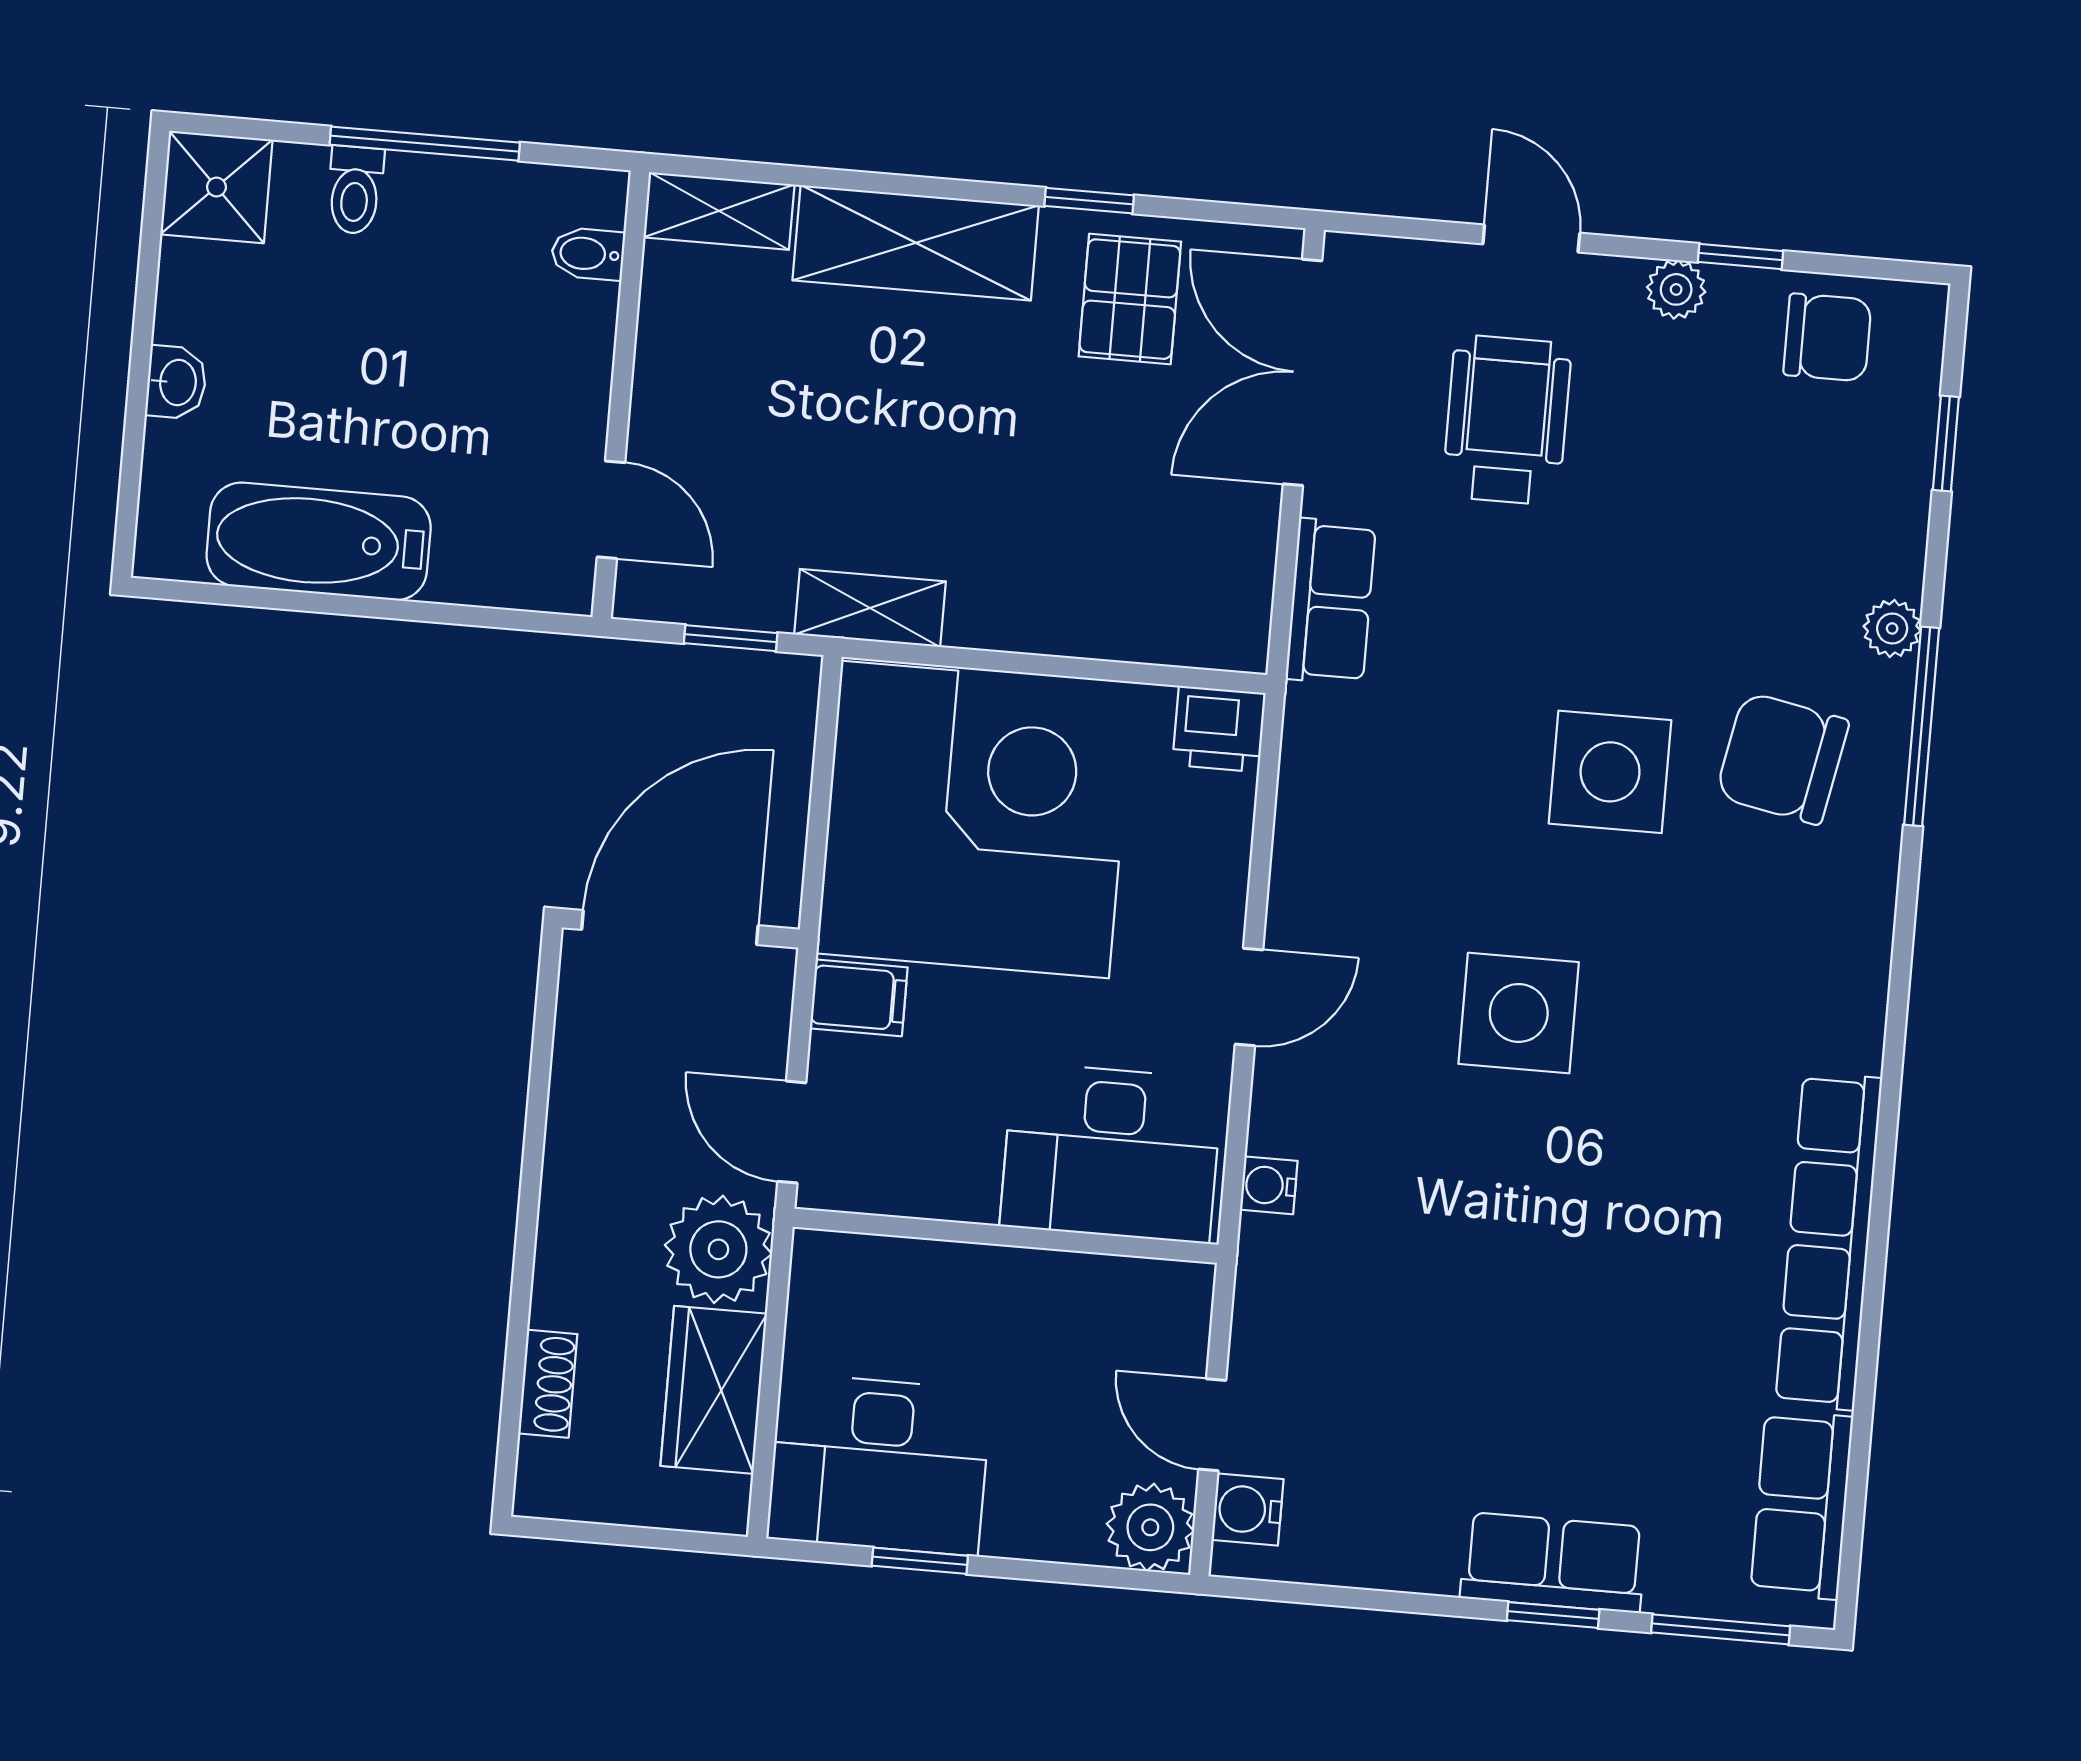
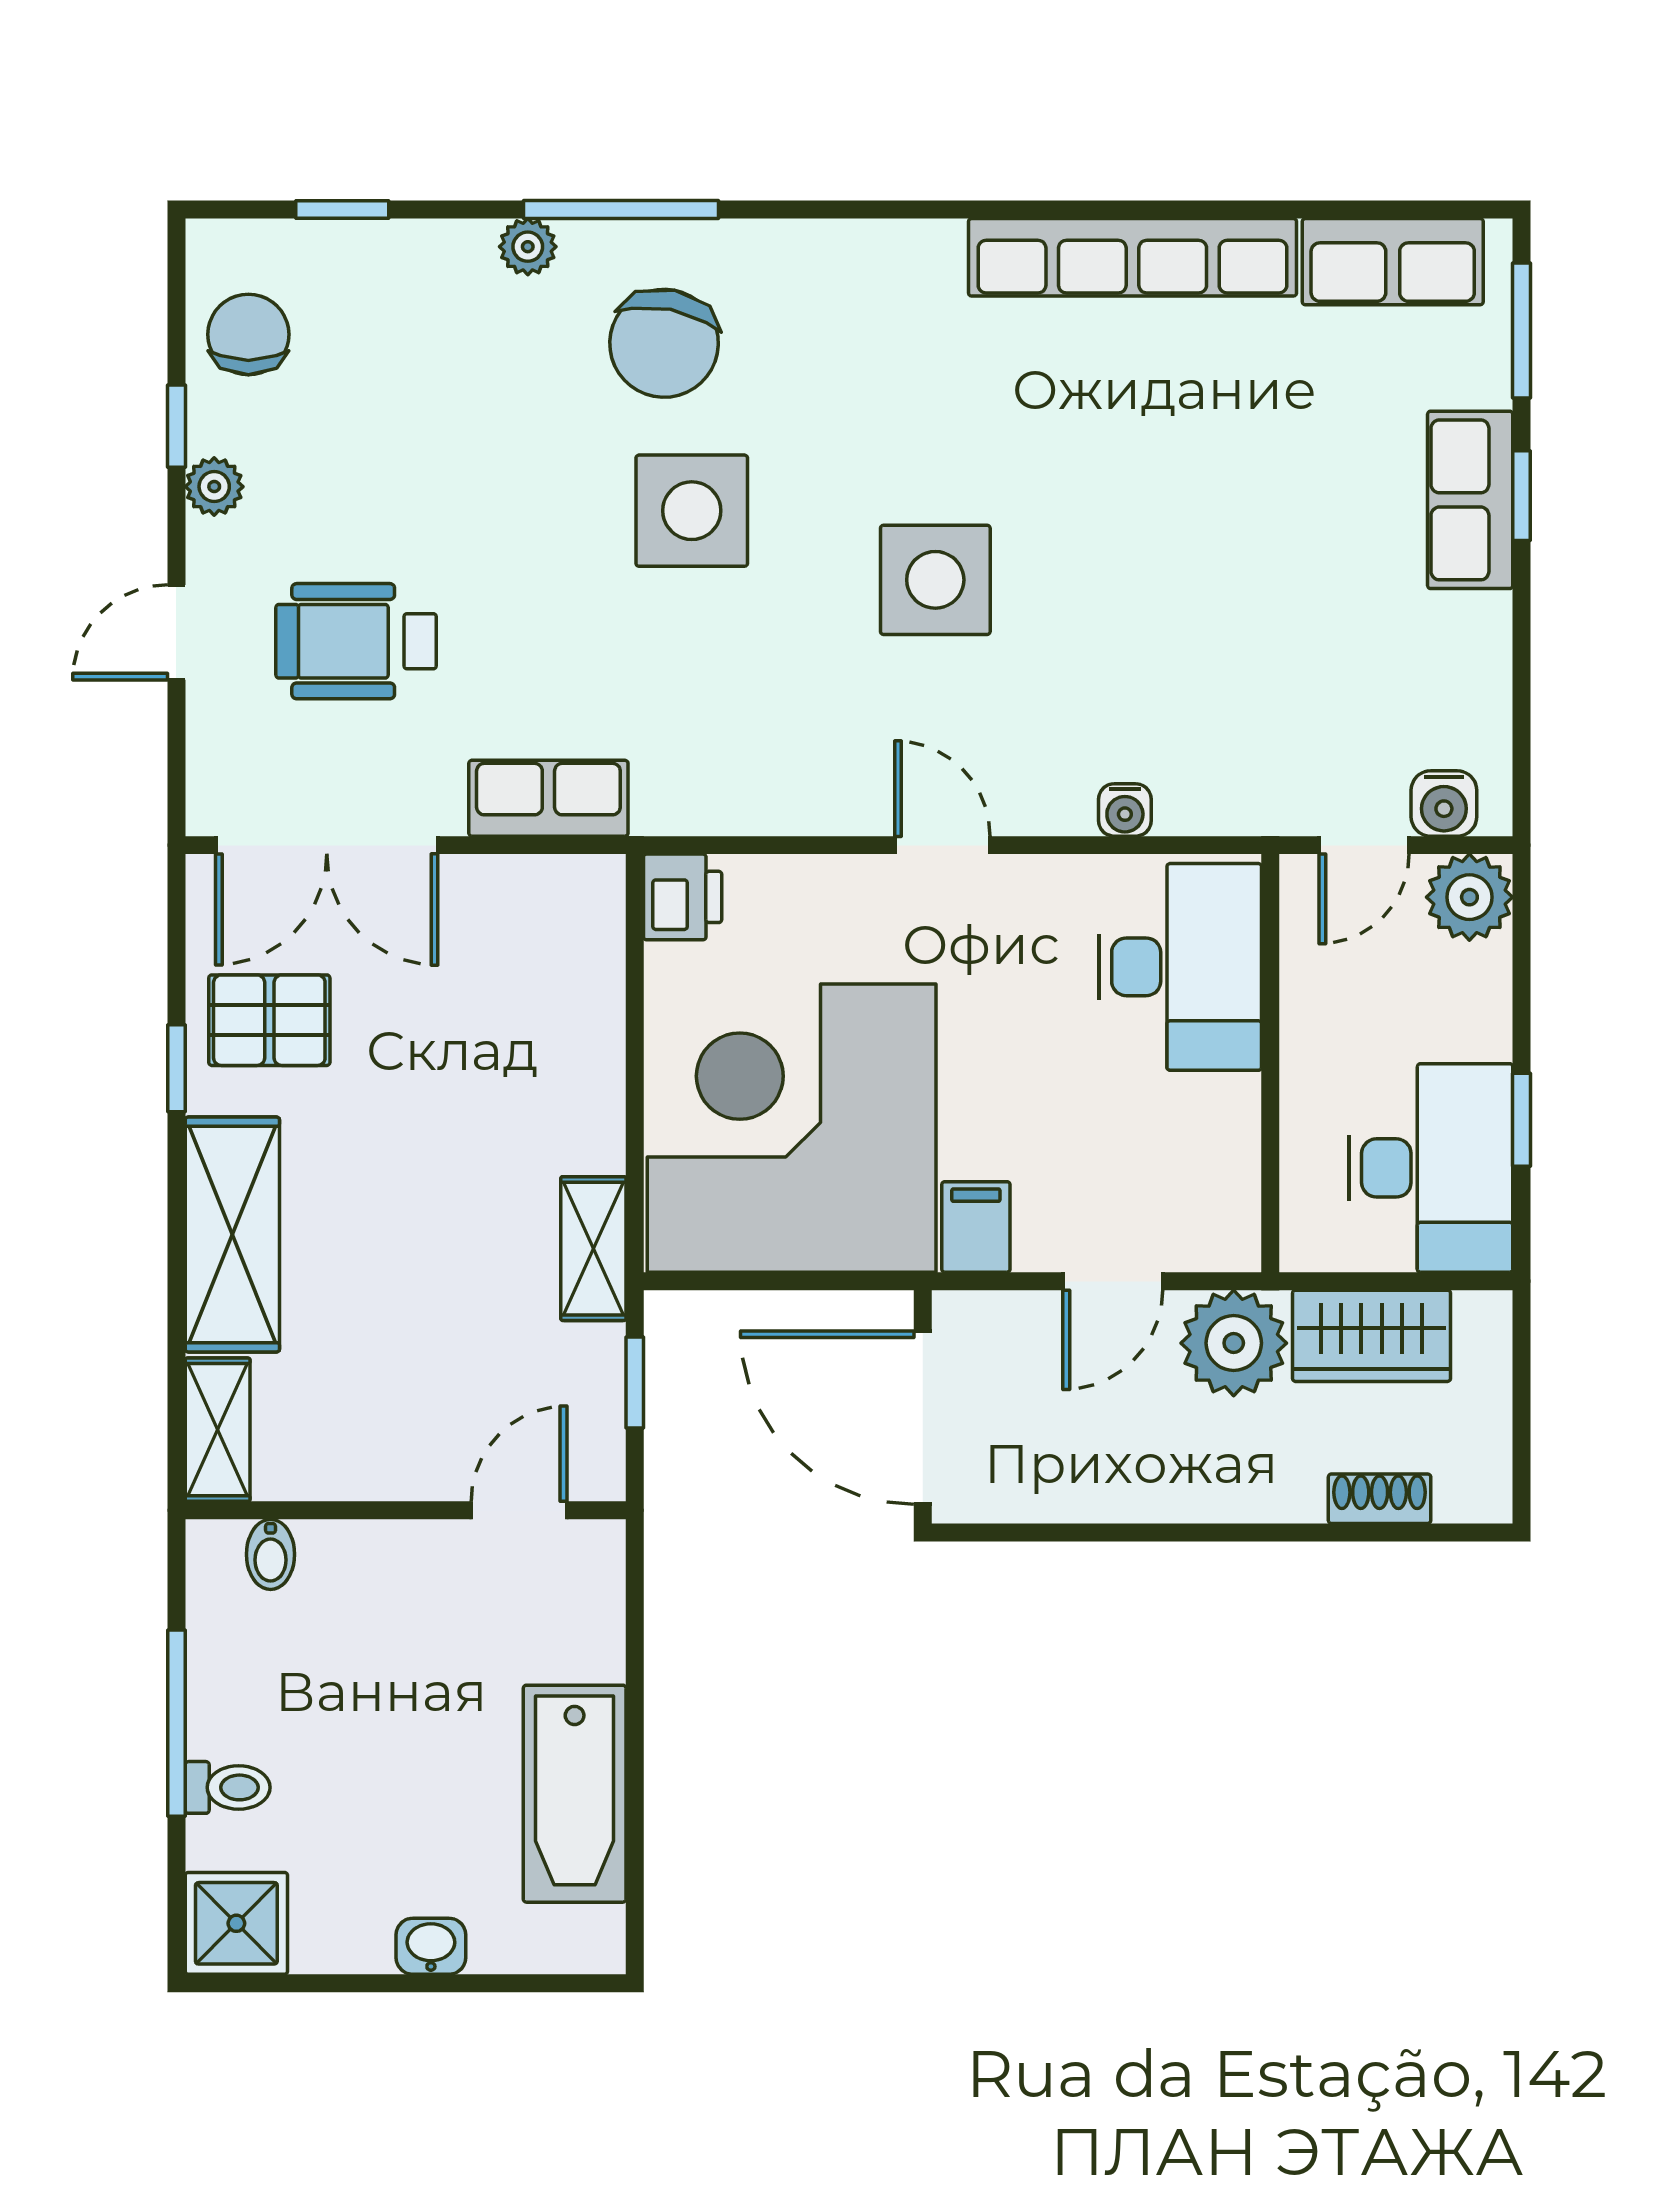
desk: (1111, 1153) -> (1180, 967), moved
wall: (1006, 1236) -> (1270, 1063), moved

